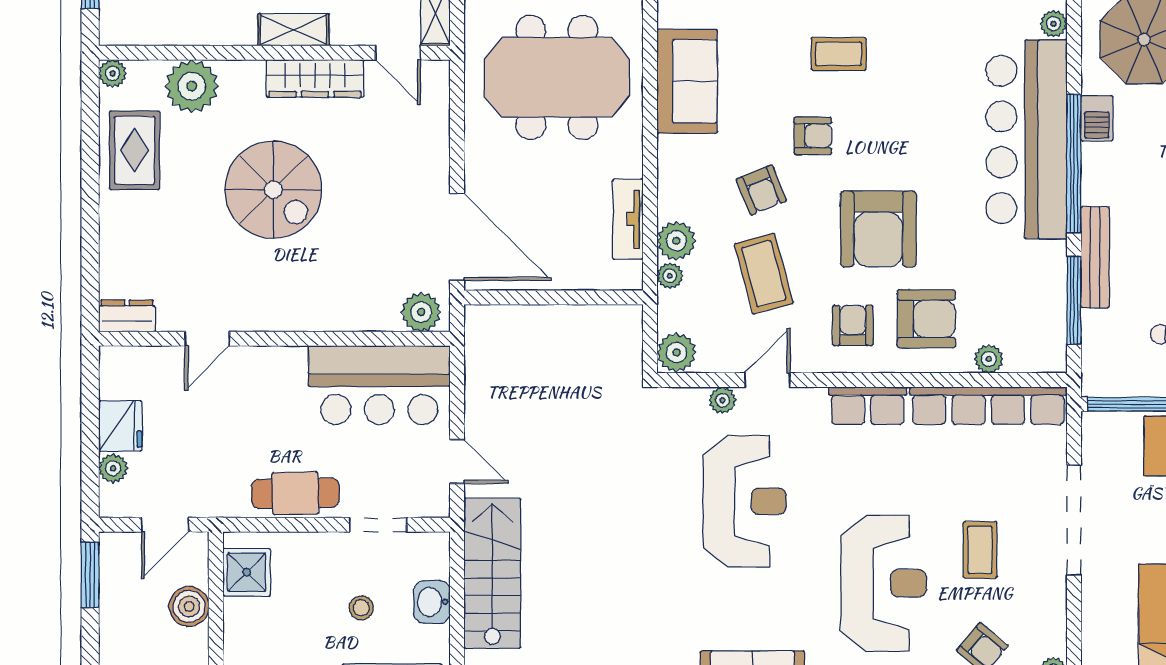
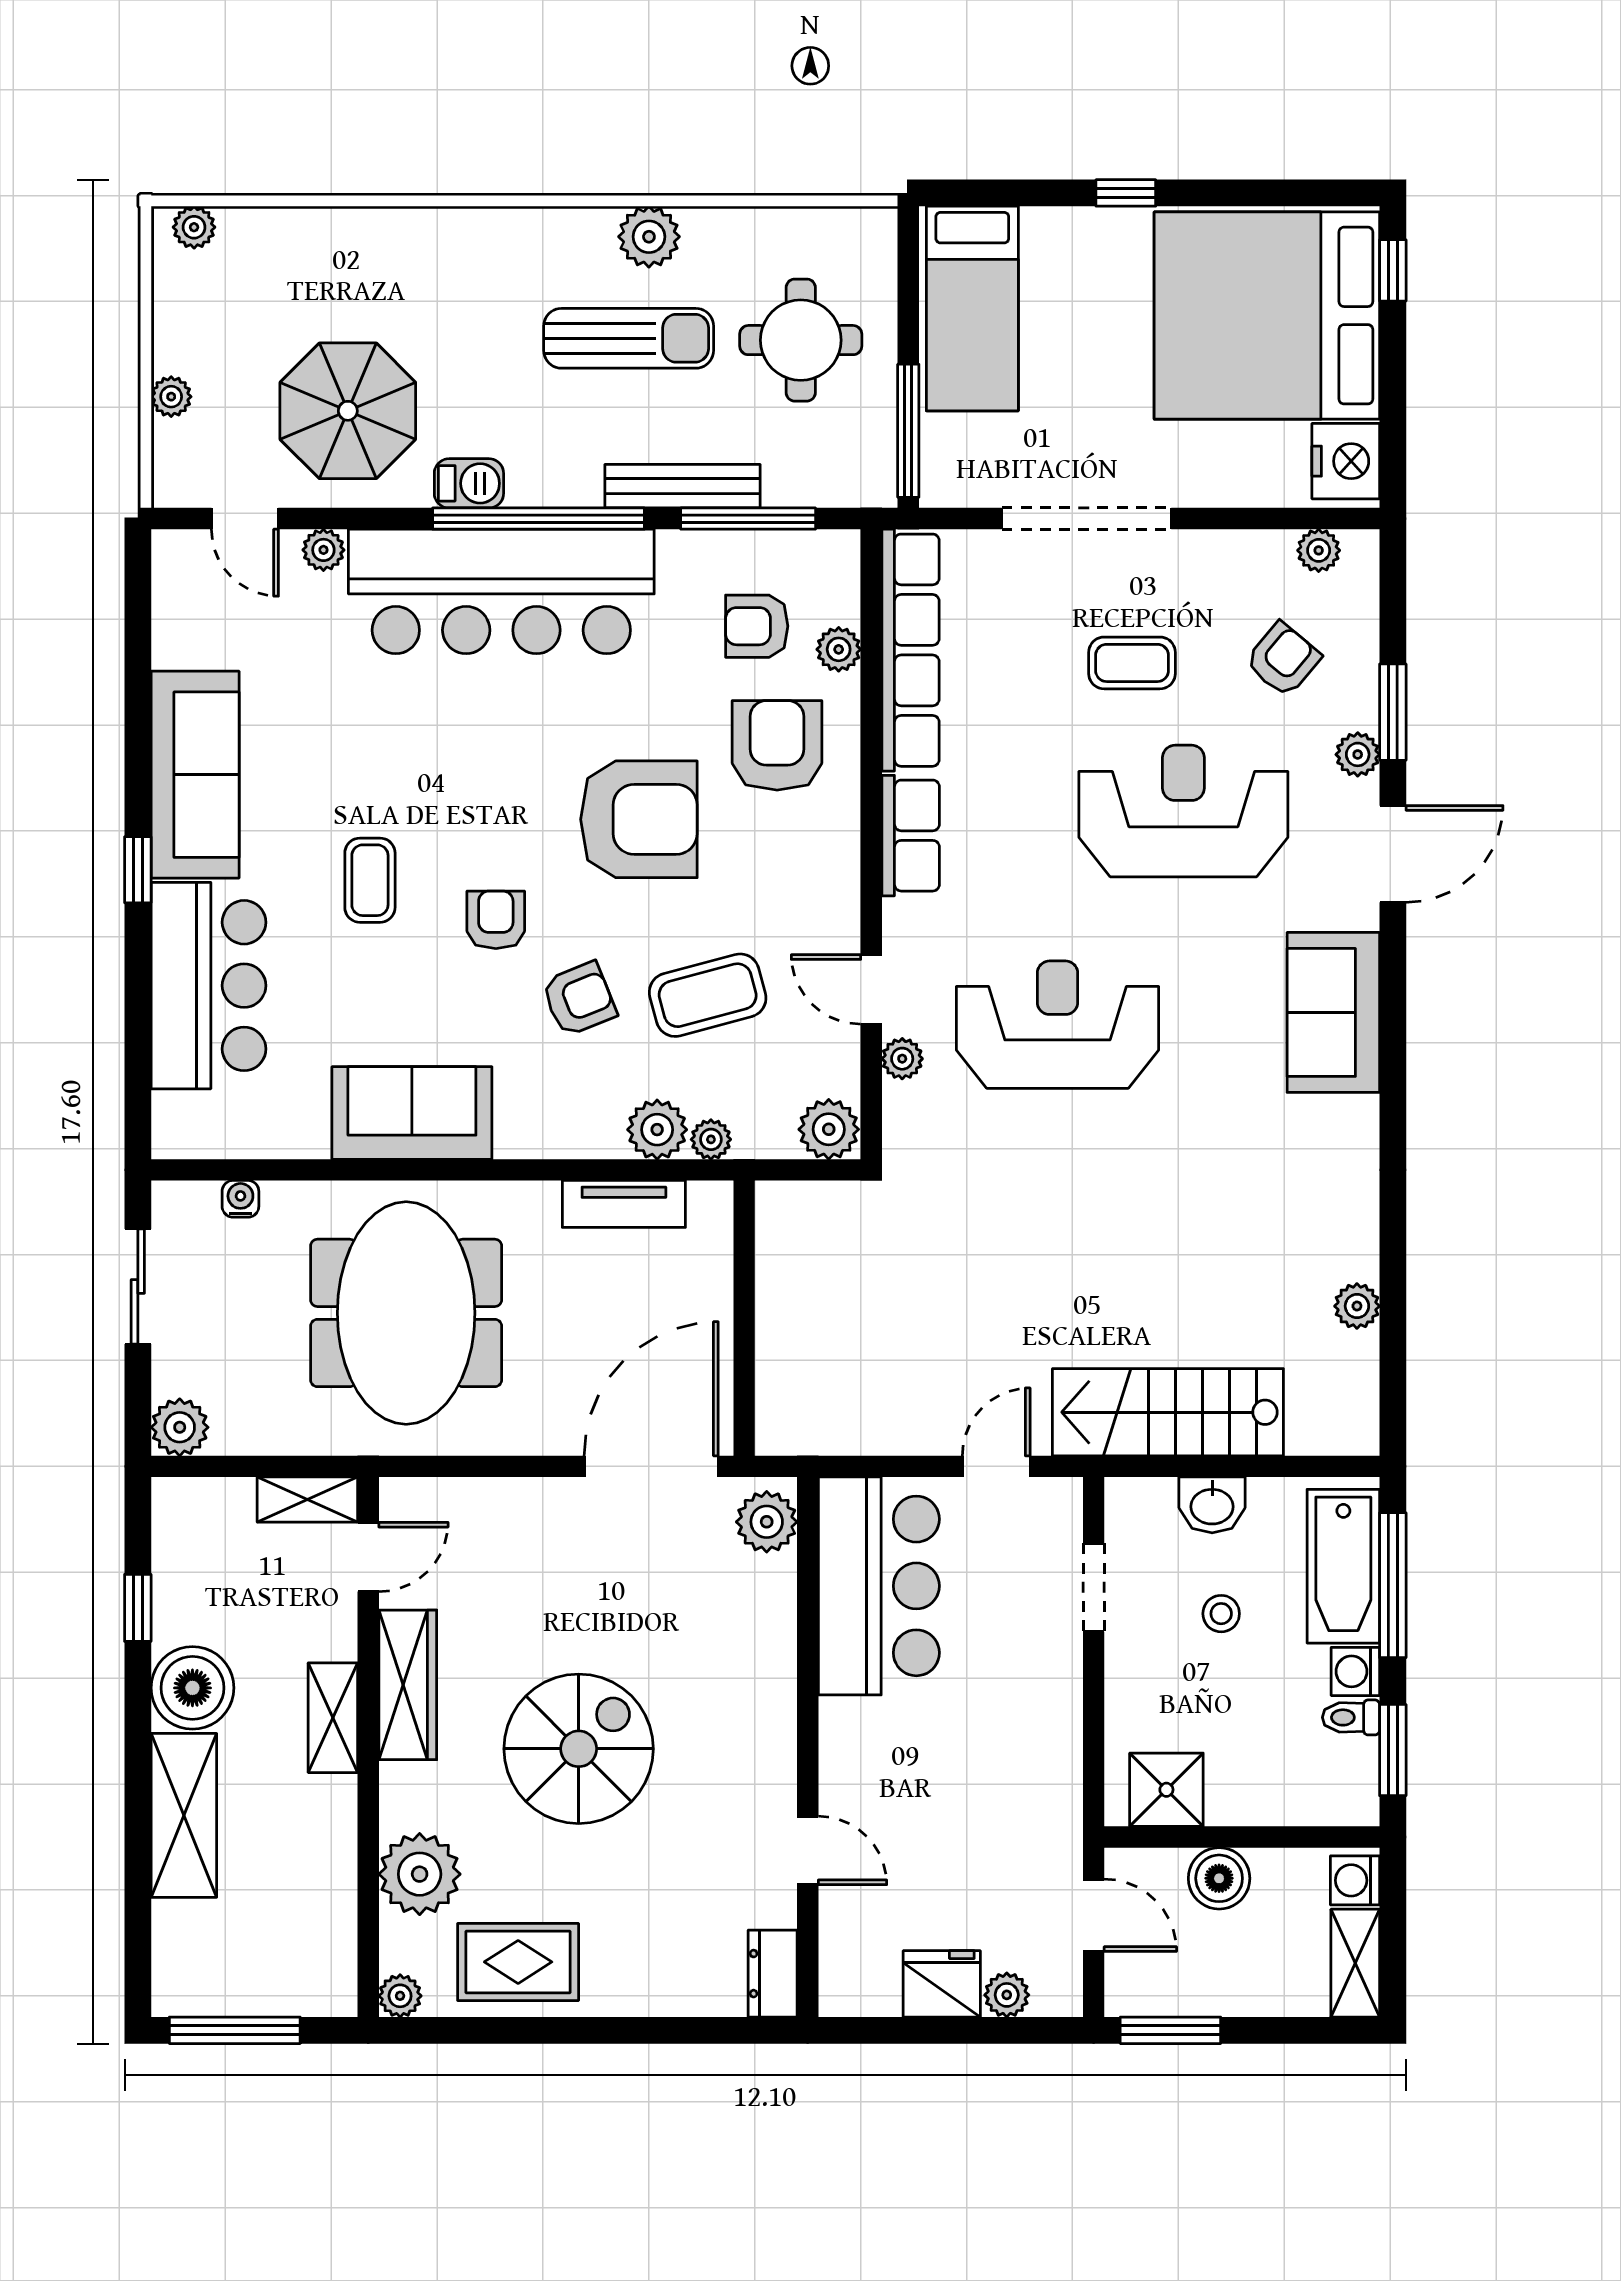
armchair: (853, 325) -> (757, 626), moved
cafe table: (295, 493) -> (1045, 1715), removed

